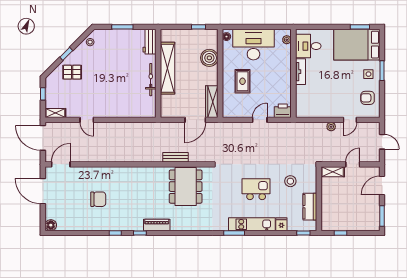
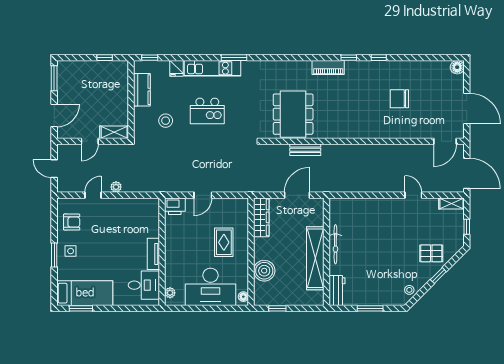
bed: (357, 45) -> (85, 293), width x0.67
door: (195, 120) -> (297, 195), moved

